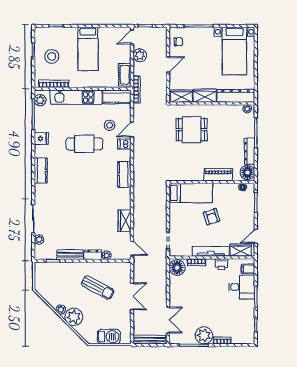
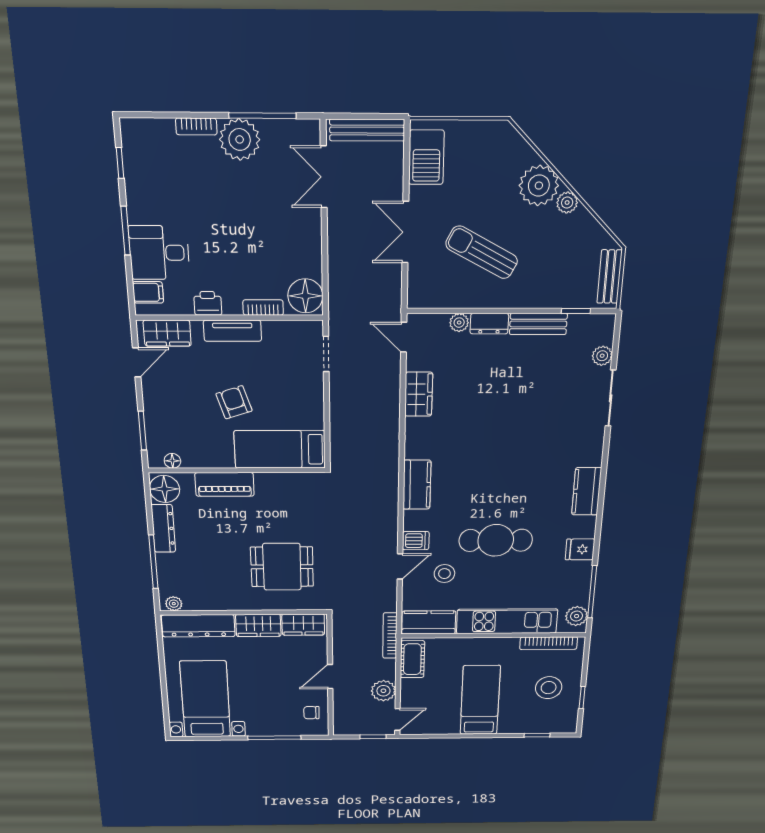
tv unit: (211, 251) -> (232, 331), width x0.71
bench: (39, 277) -> (610, 277), added
barbecue: (109, 337) -> (426, 157), moved, turned -90

